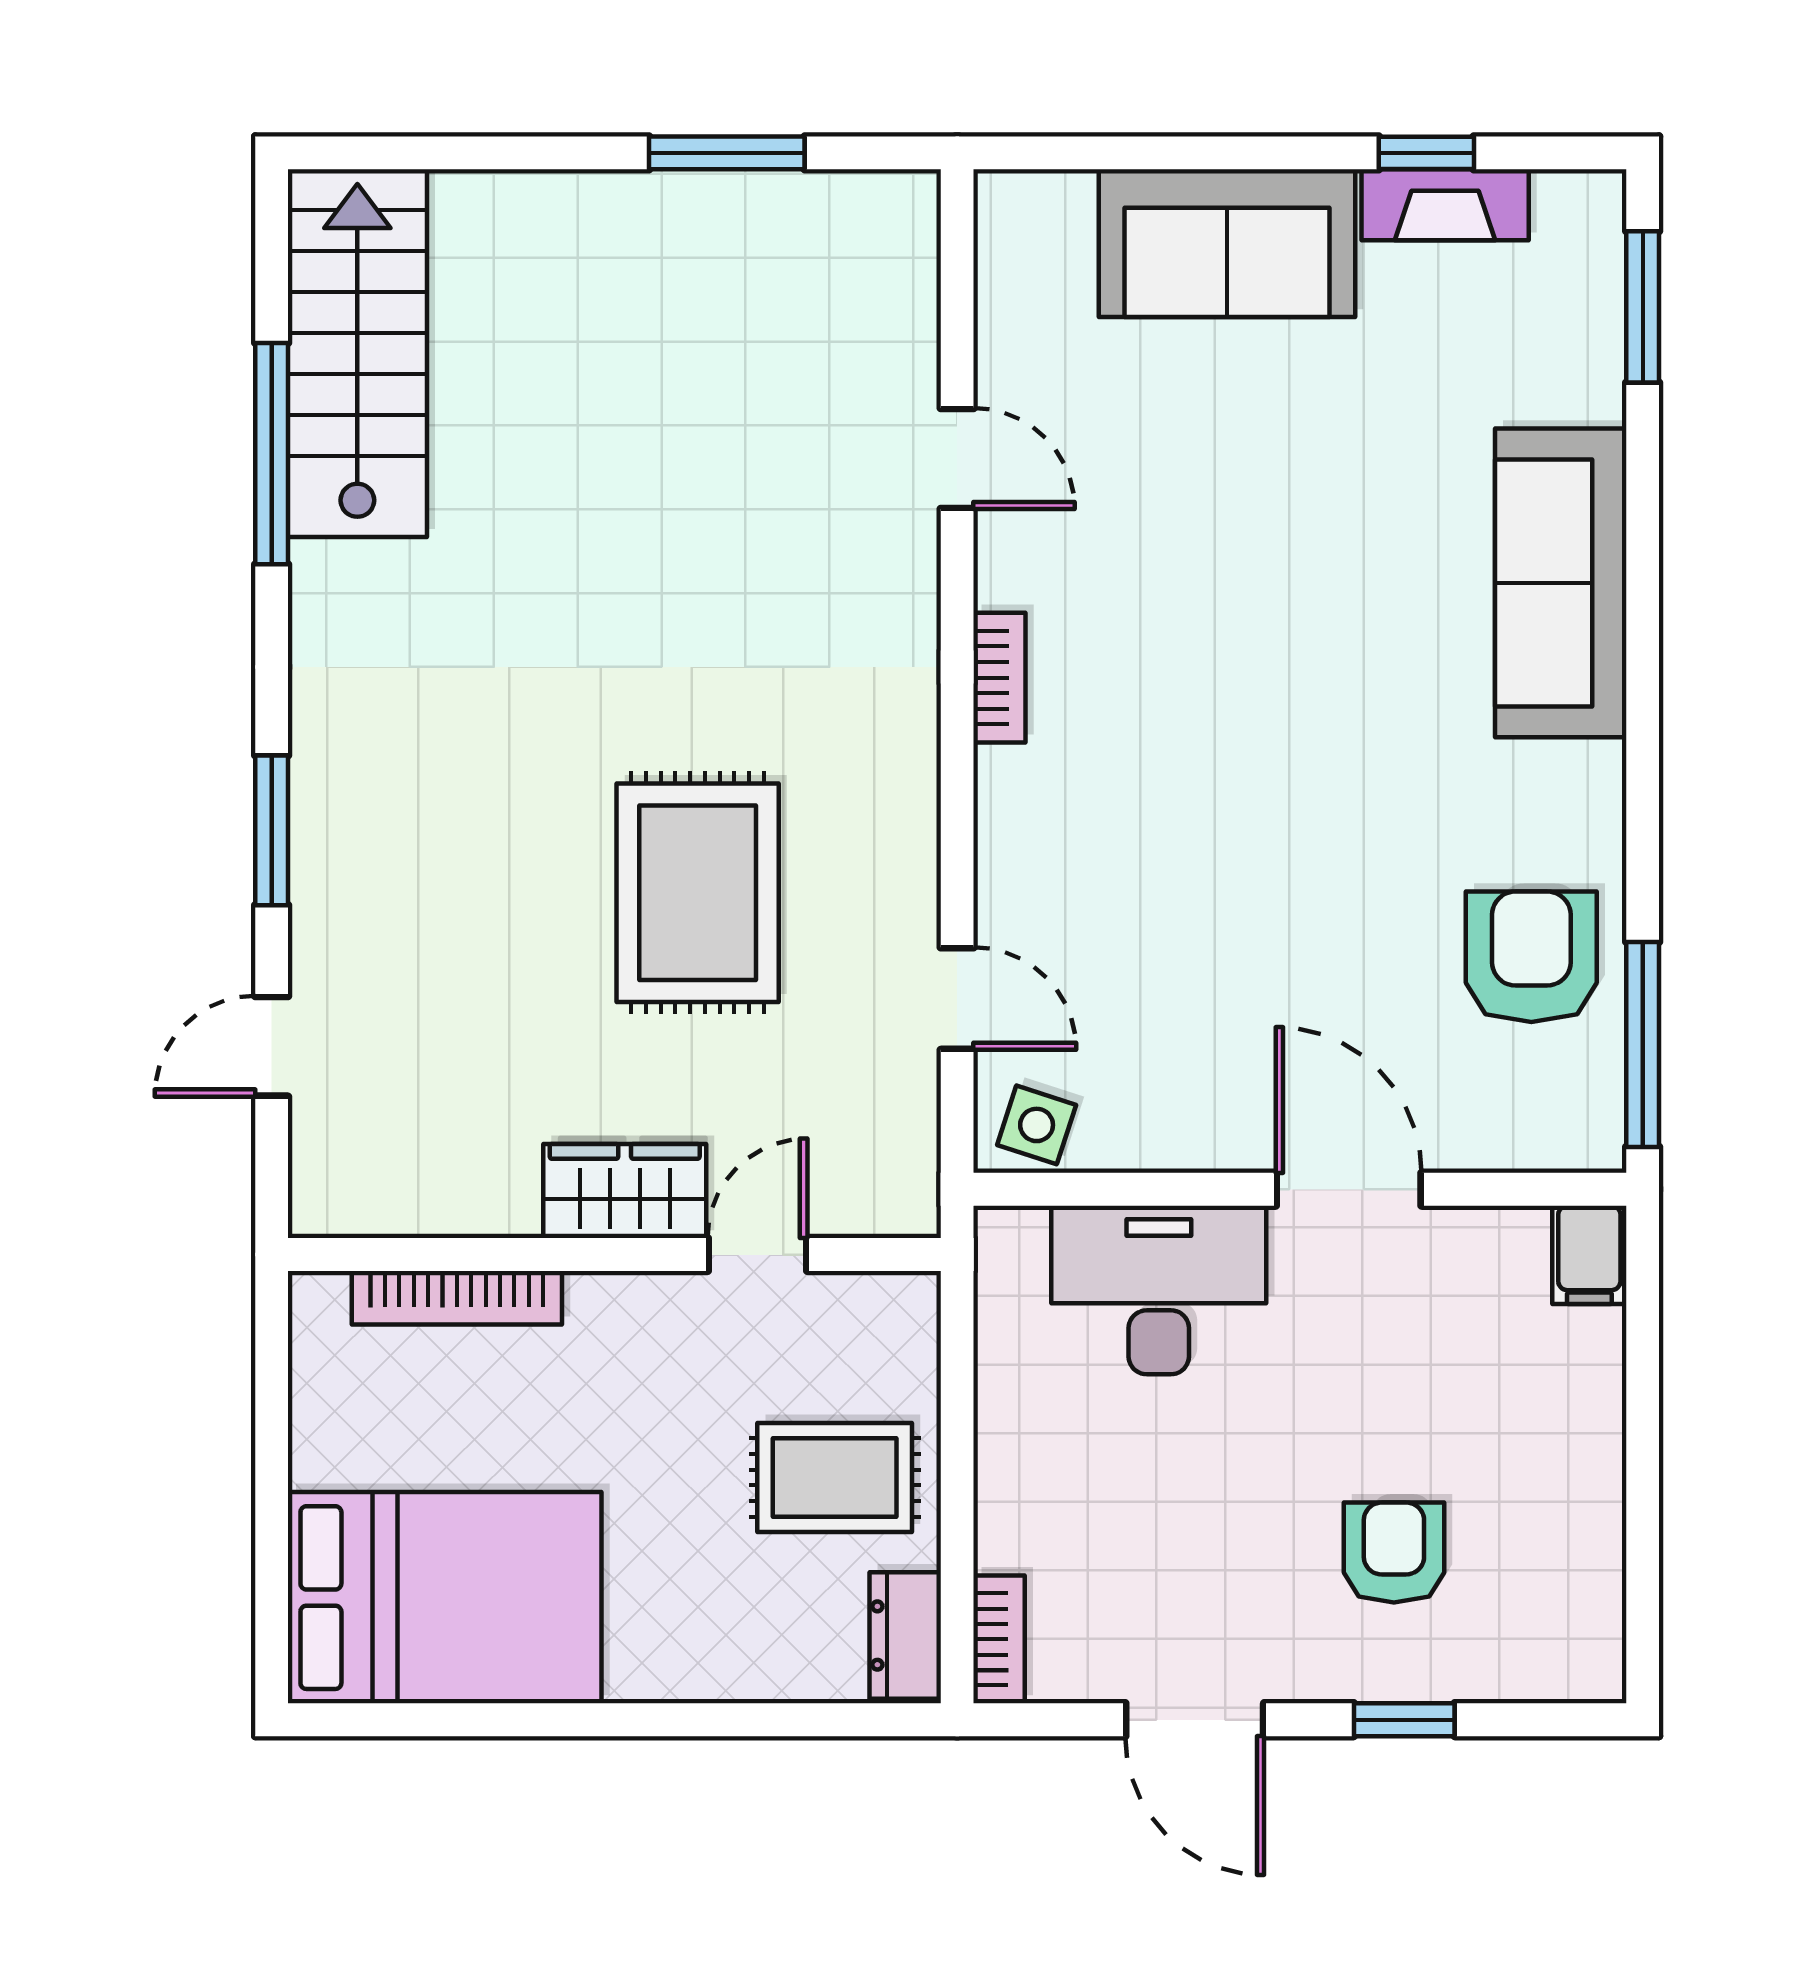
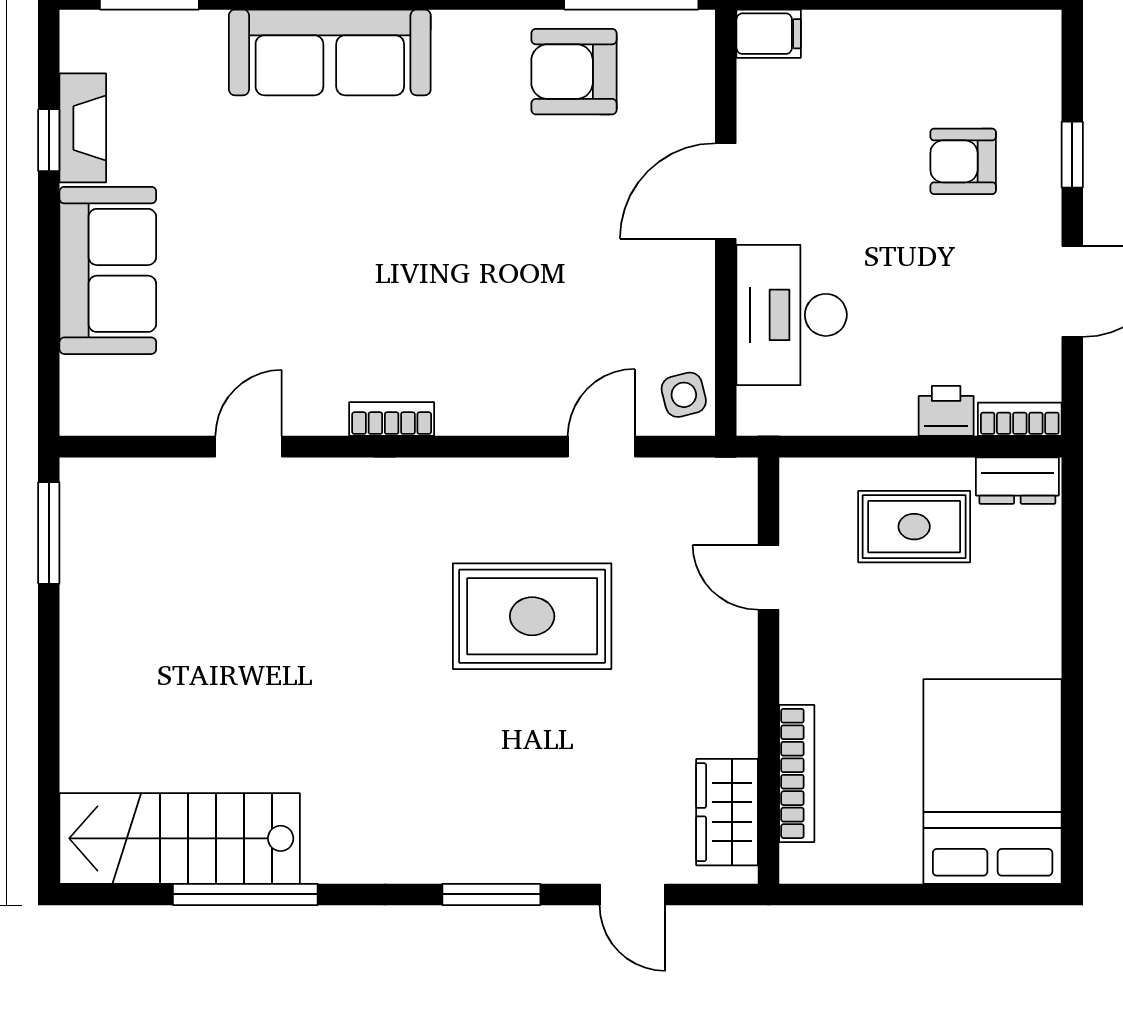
window: (727, 153) -> (49, 533), moved
side table: (1037, 1125) -> (684, 395), turned -32
wardrobe: (625, 1191) -> (727, 812), moved
rug: (835, 1478) -> (914, 527), turned 90
printer: (1012, 1527) -> (946, 411), added

